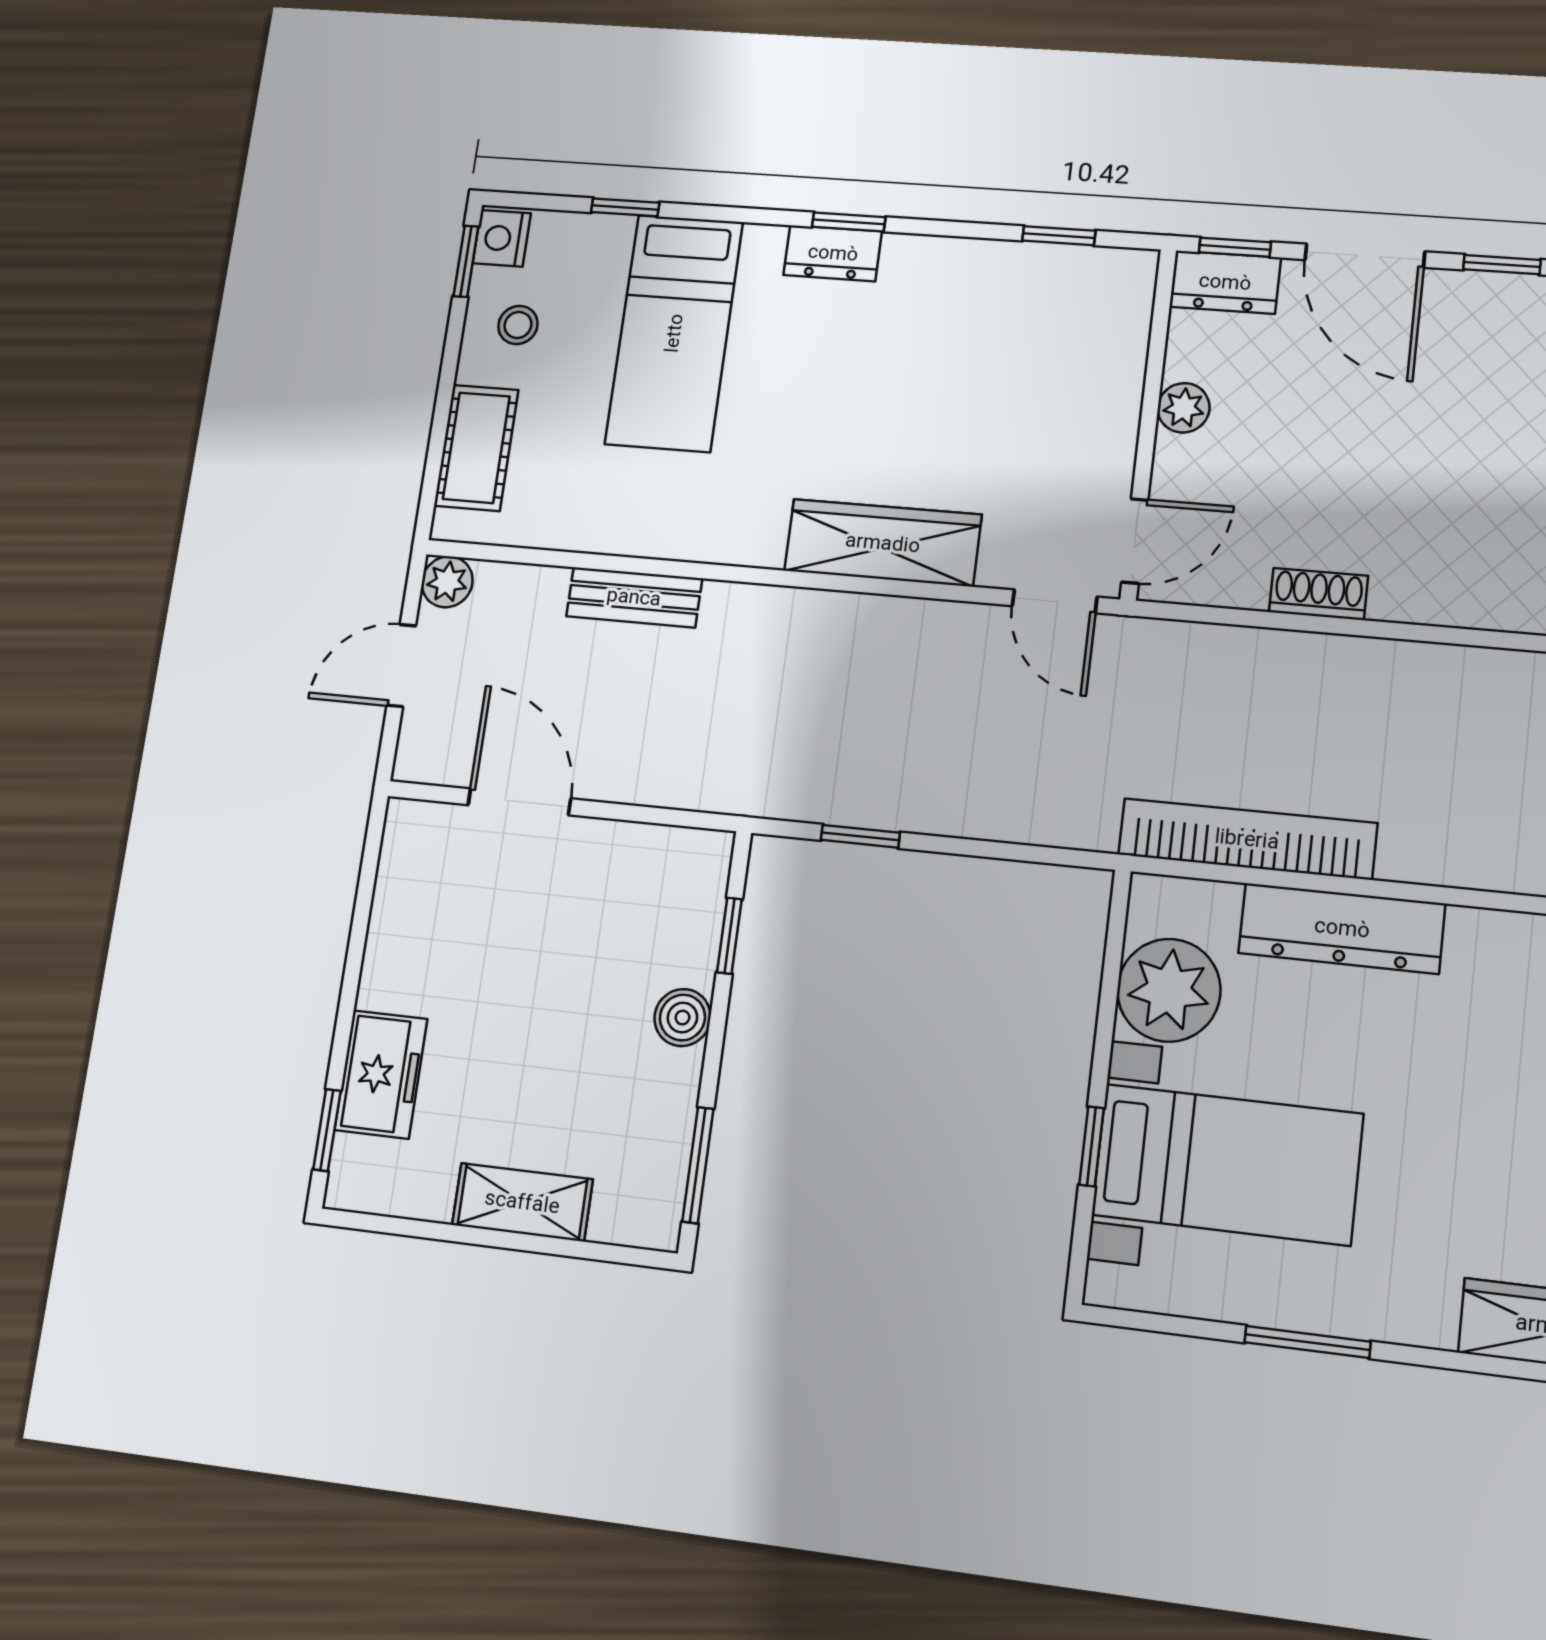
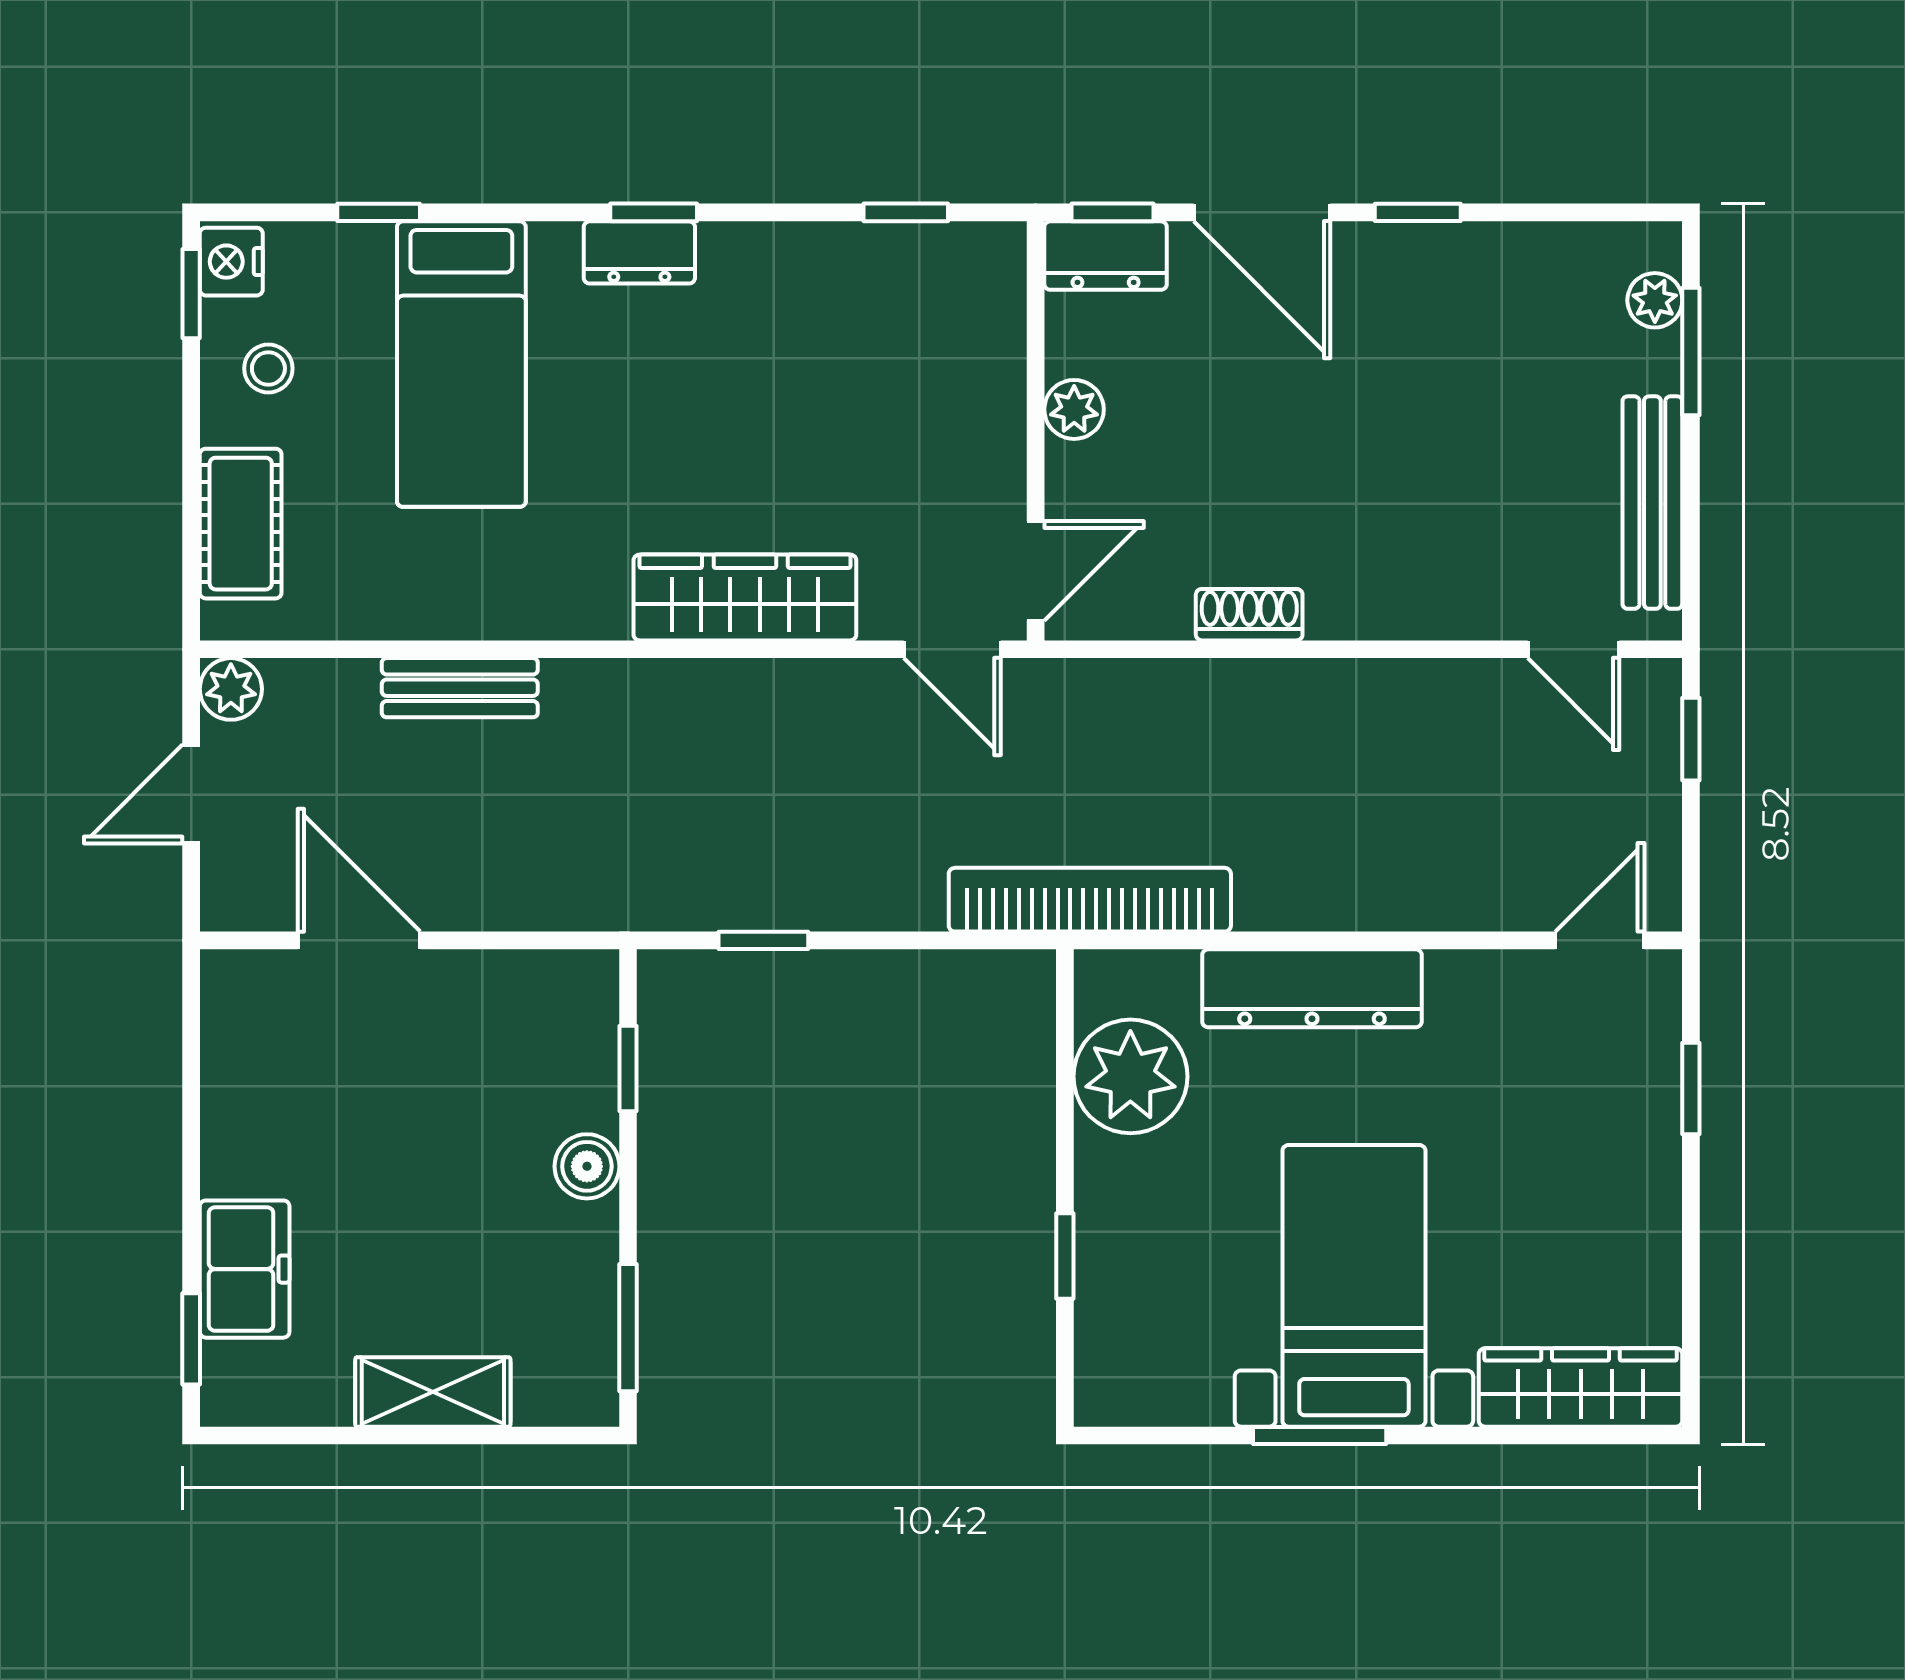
bookcase: (1247, 839) -> (1090, 900), moved
bed with nightstands: (1227, 1164) -> (1354, 1286), moved, turned -90

